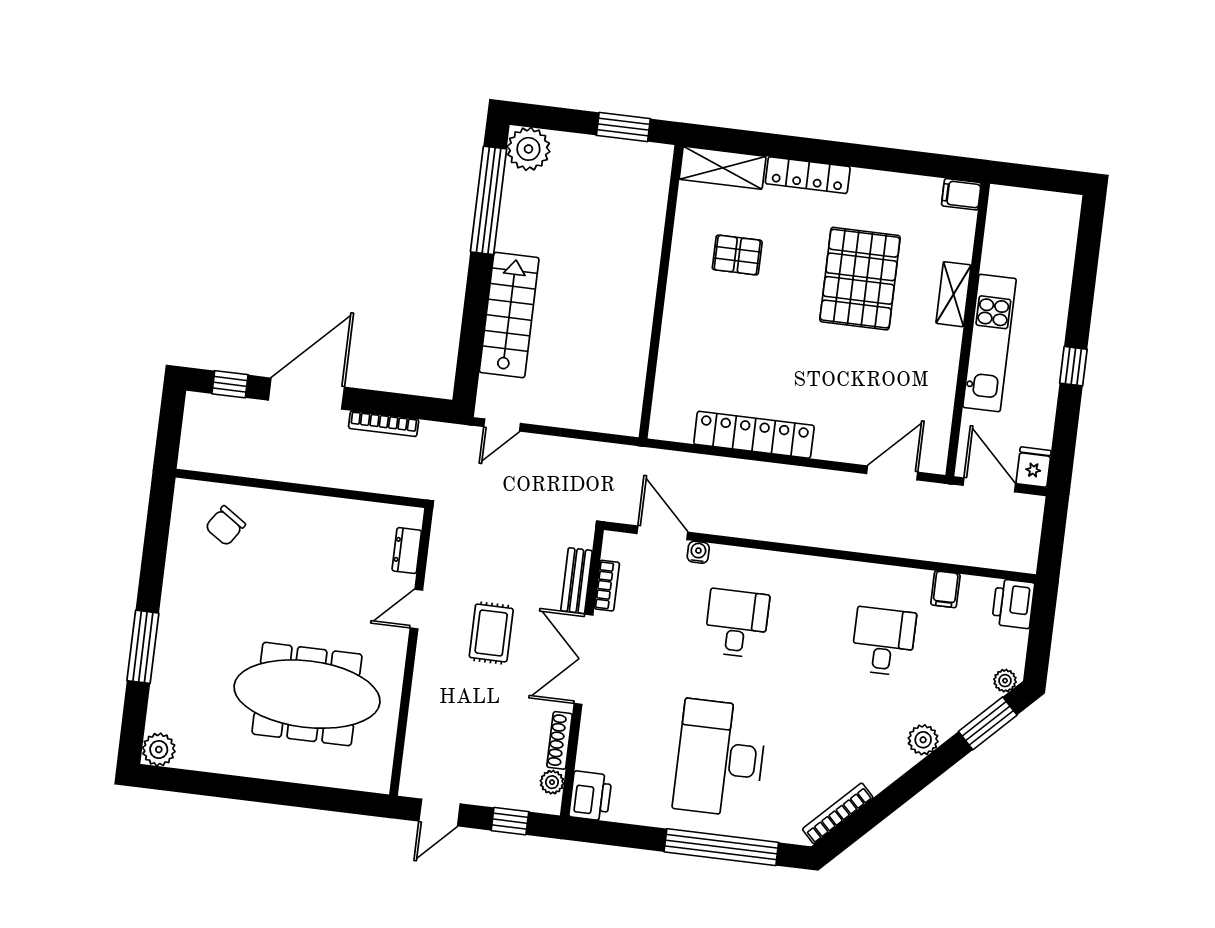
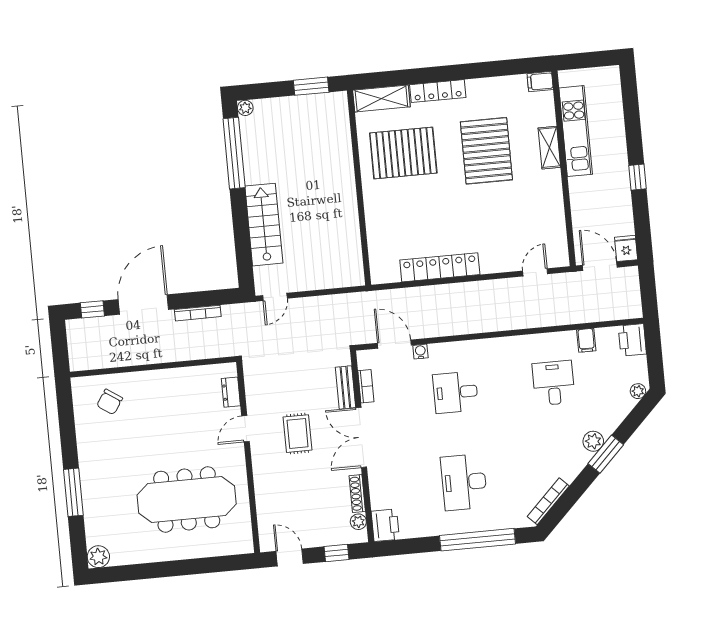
plant: (528, 149) -> (245, 108), width x0.53, depth x0.53
pallet: (737, 255) -> (403, 153), width x2.05, depth x2.00
kitchen unit: (990, 343) -> (576, 131), moved
door: (892, 473) -> (535, 272), width x0.73
desk: (737, 623) -> (456, 392), turned -90
window: (988, 723) -> (606, 454), moved
desk: (720, 758) -> (464, 482), width x0.73, depth x0.77
door: (440, 812) -> (290, 557), swing flipped

